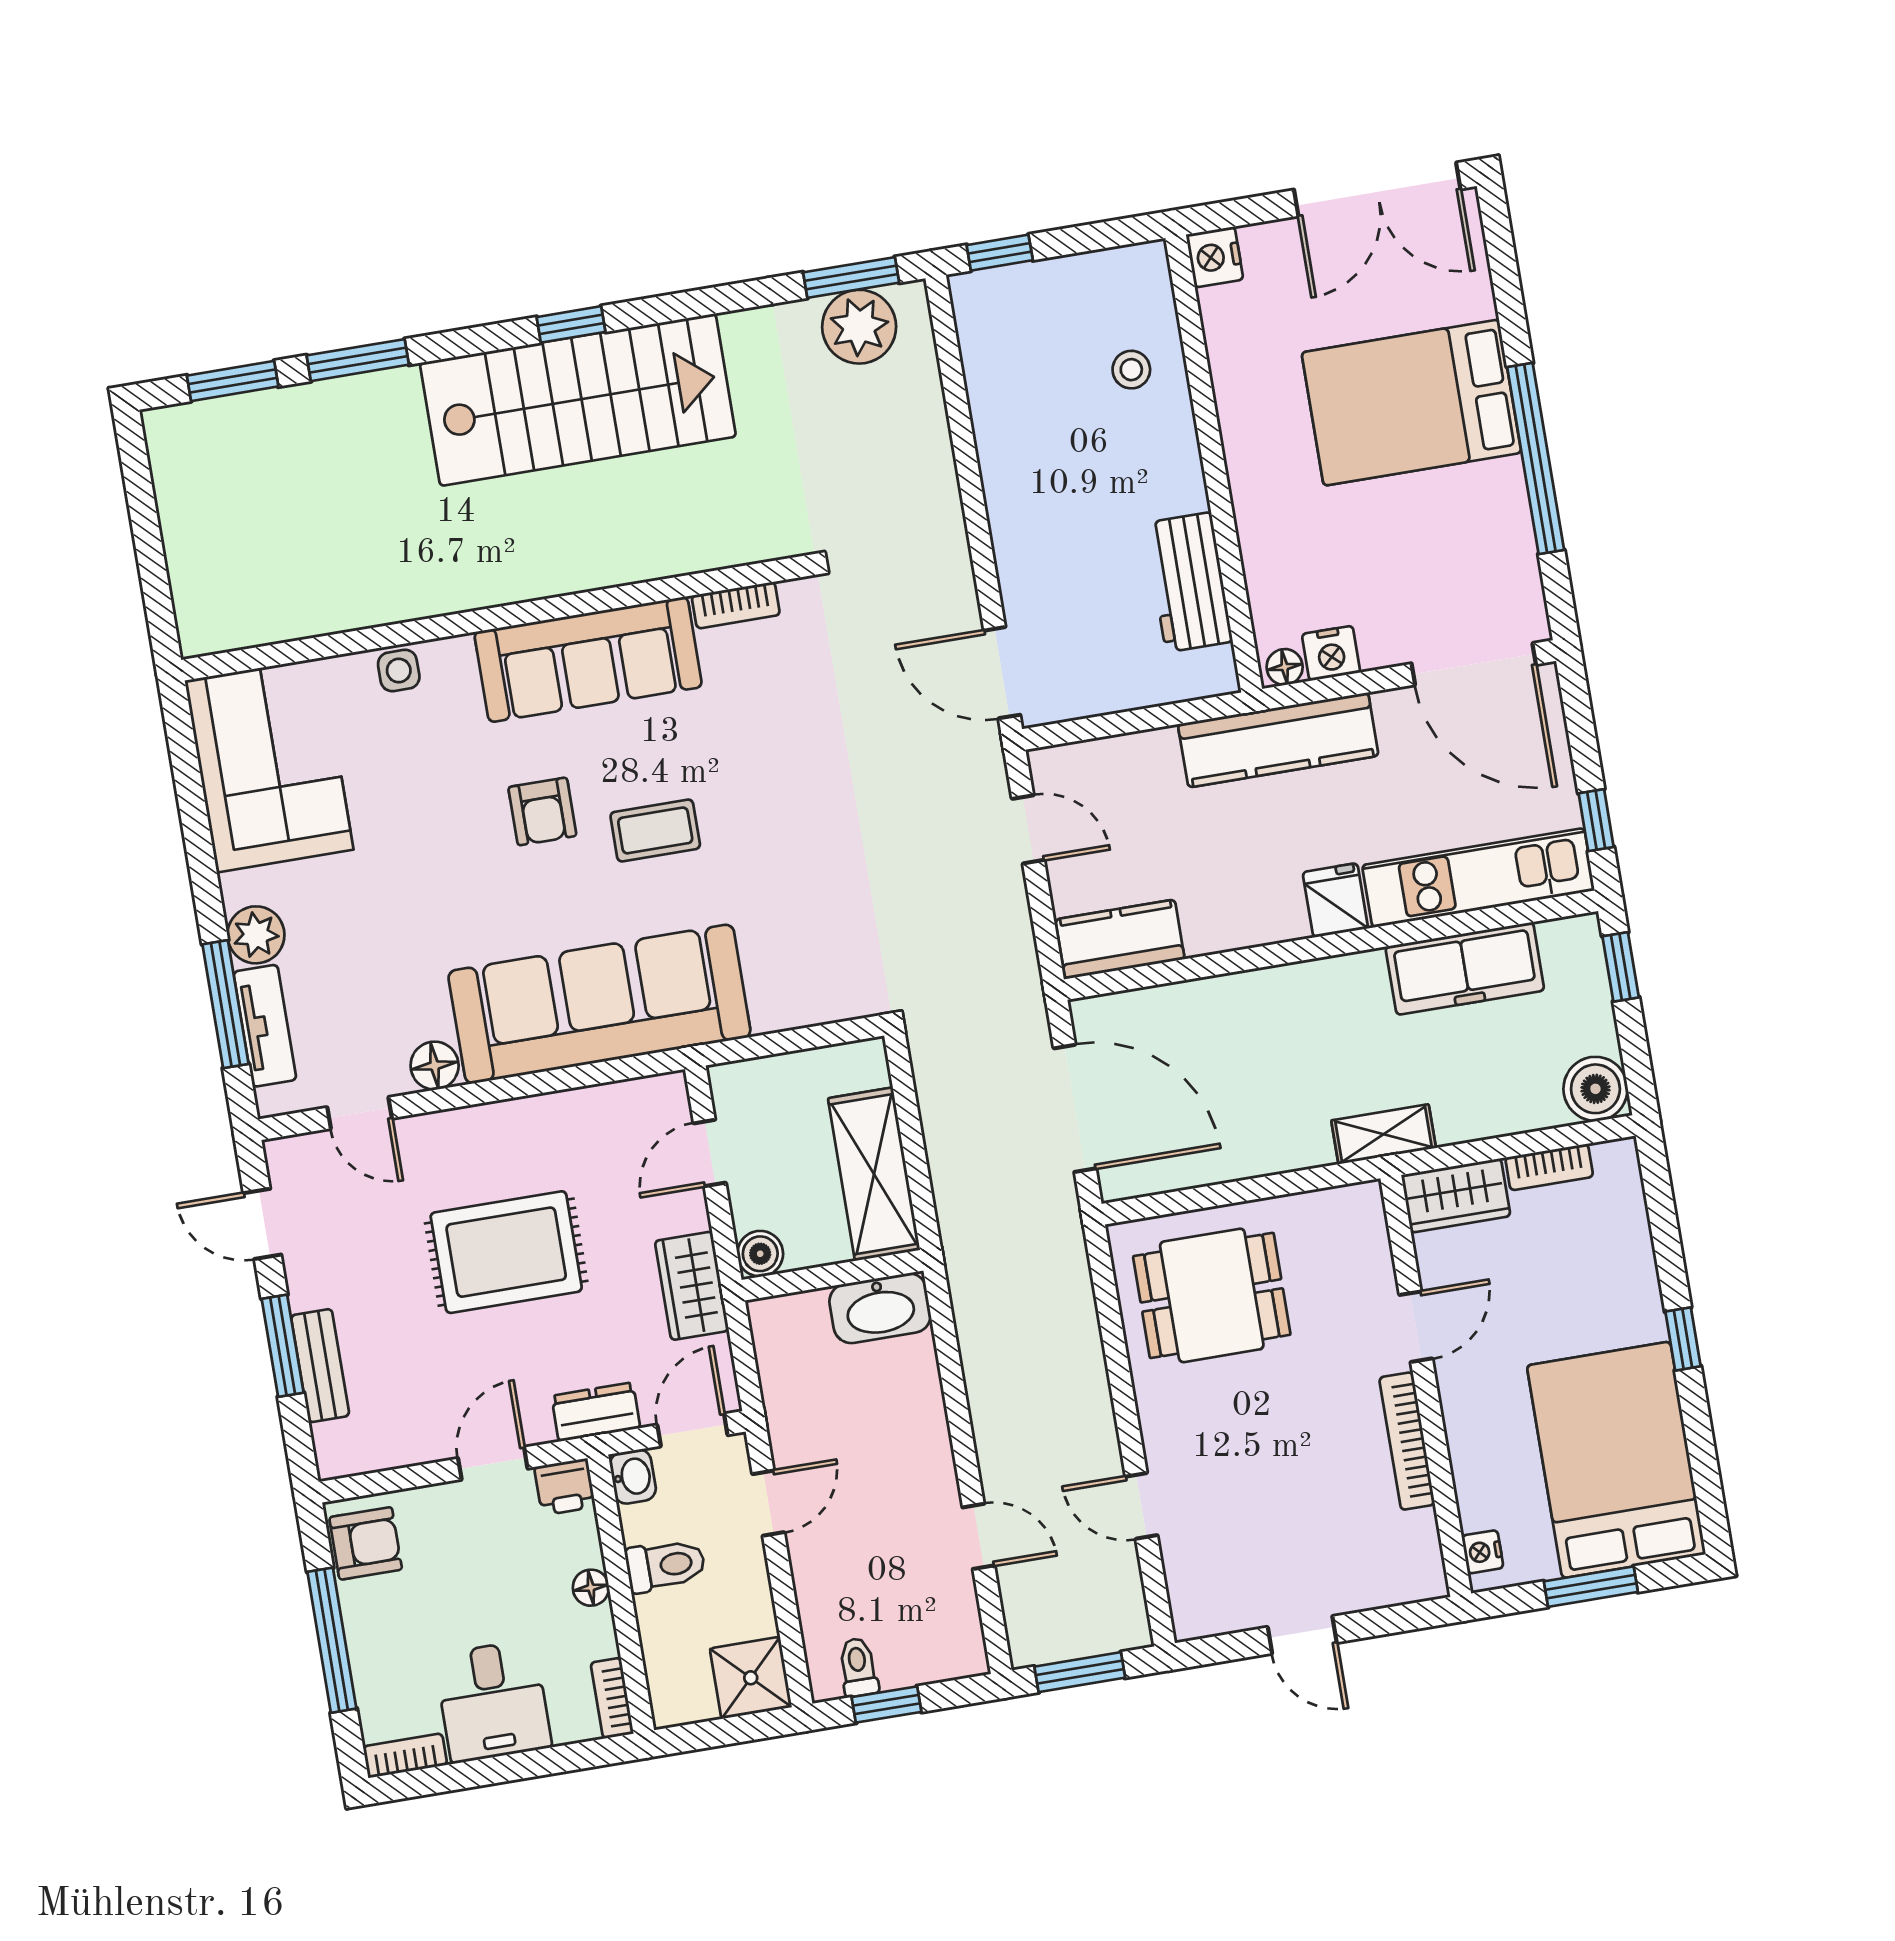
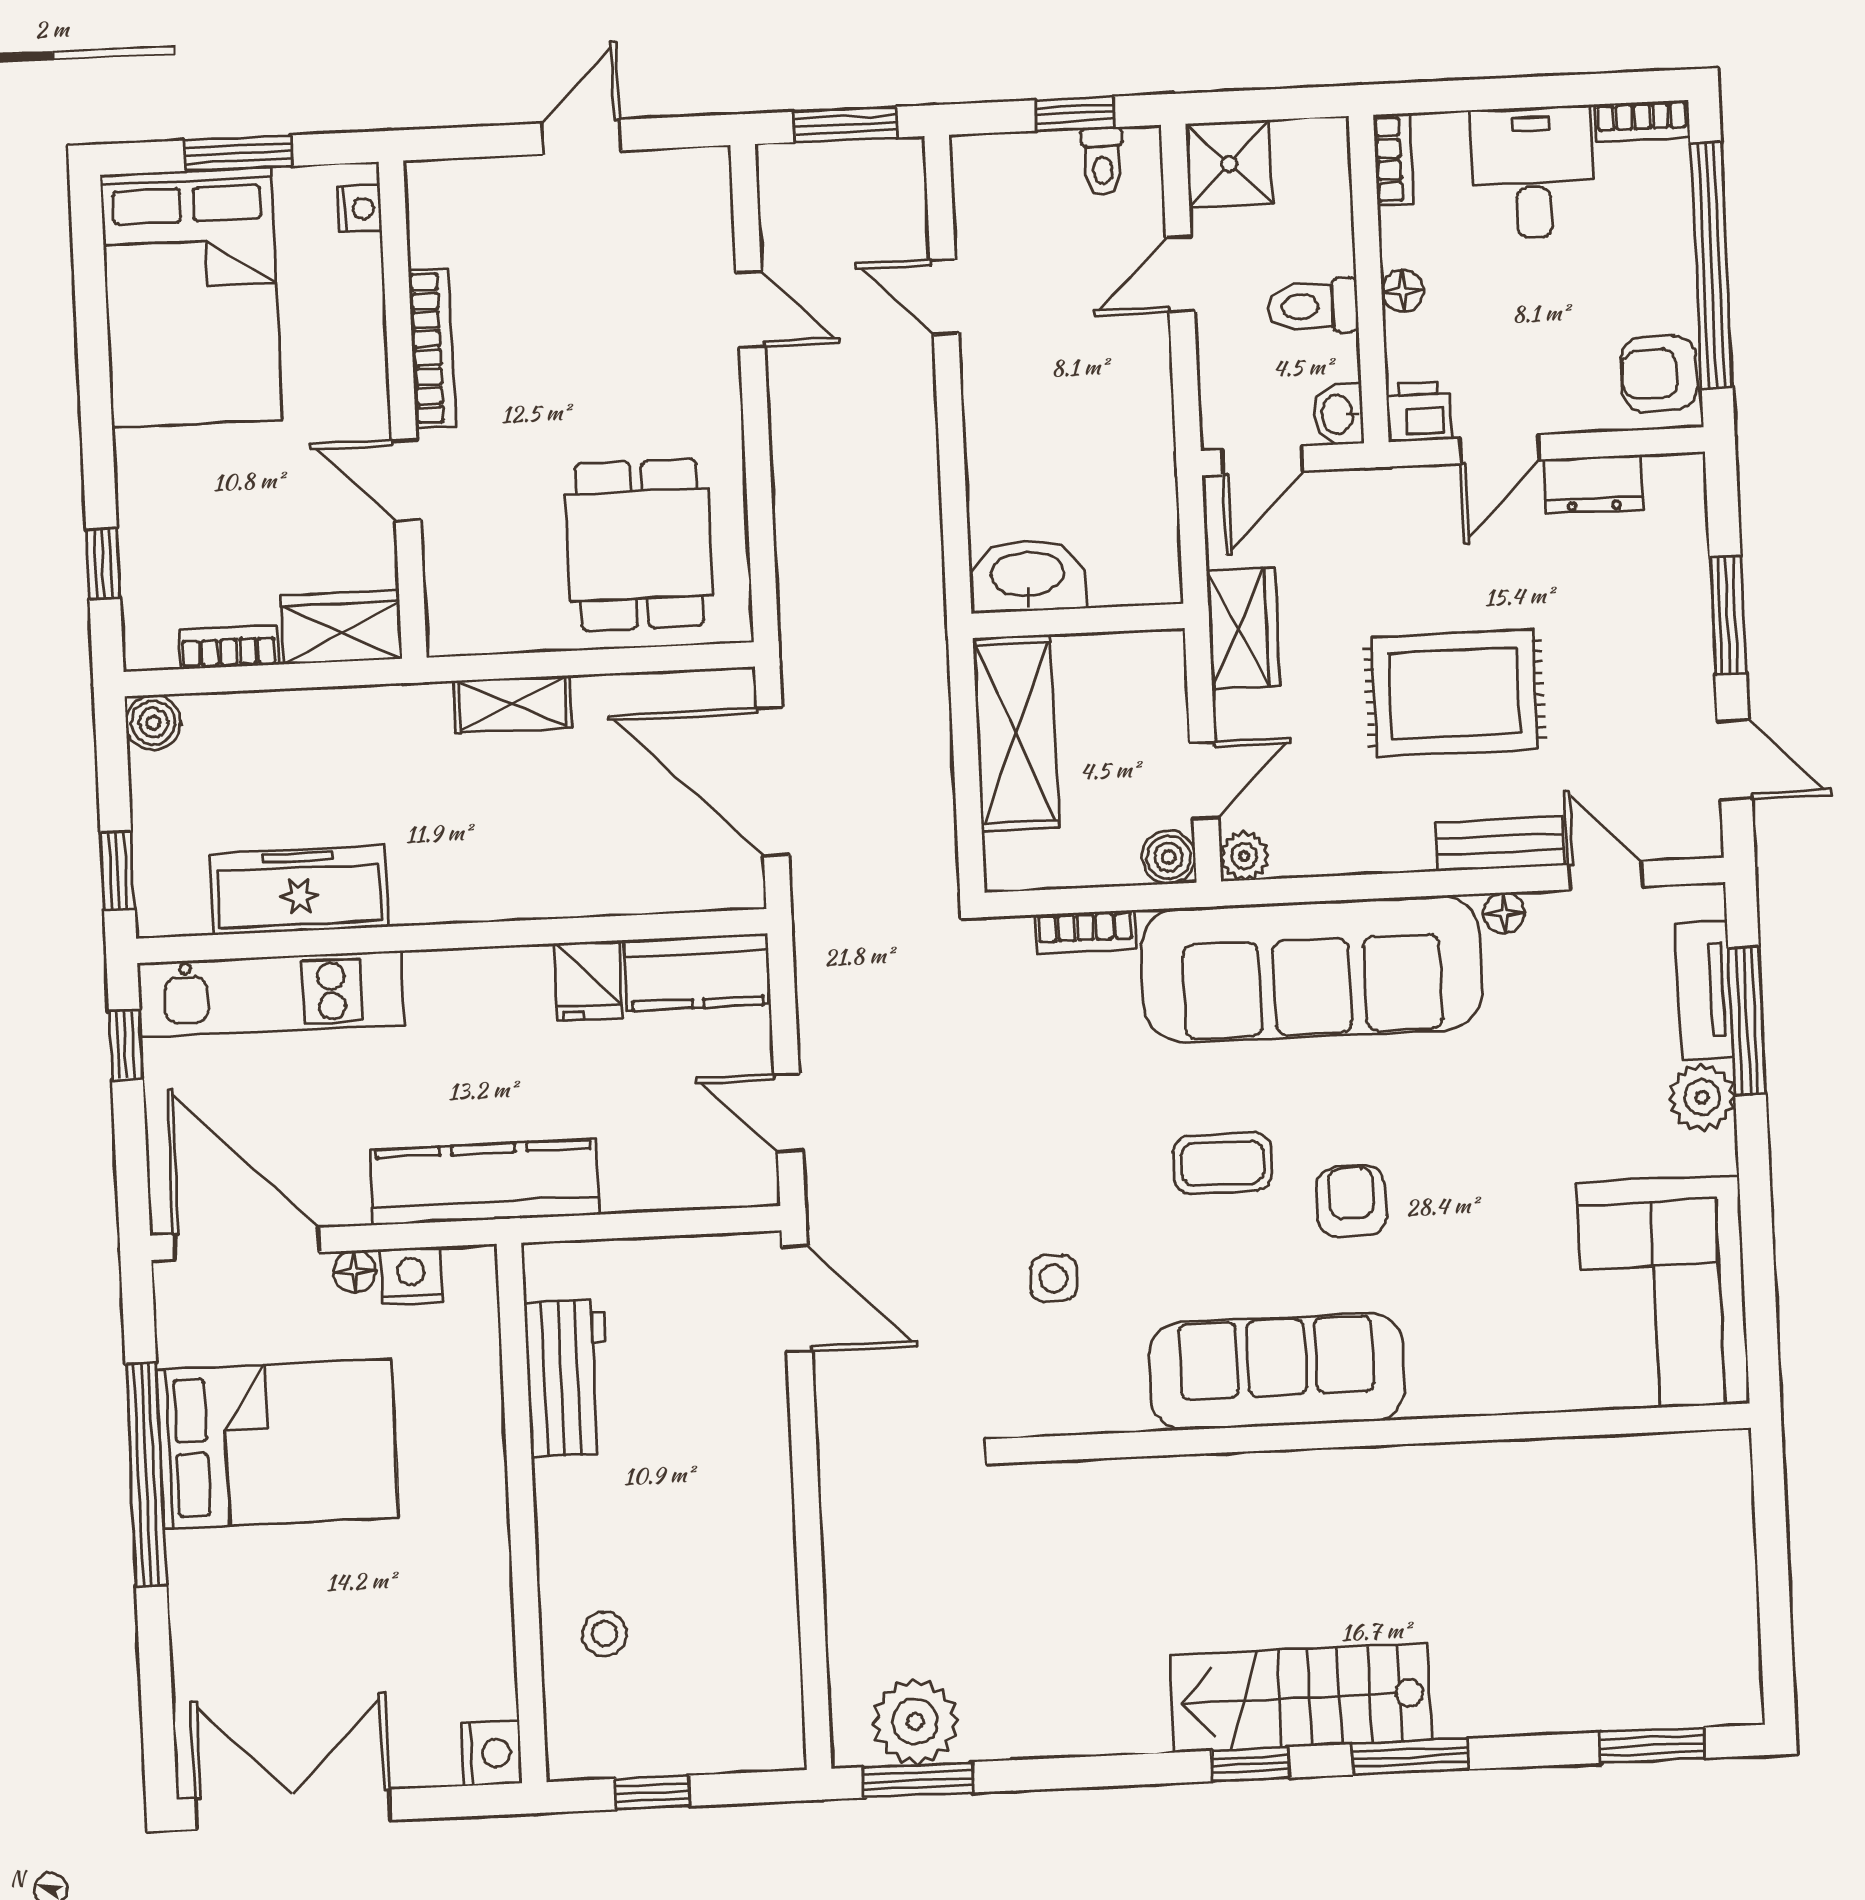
window: (1000, 253) -> (652, 1792), moved
window: (358, 360) -> (1410, 1757), moved
stairs: (578, 400) -> (1301, 1698), width x0.73, depth x0.66
bed: (1411, 403) -> (278, 1444), moved
bookcase: (736, 605) -> (1086, 932), moved, turned 180
floor lamp: (1285, 667) -> (355, 1272), moved
side table: (399, 670) -> (1054, 1278), moved
fridge: (1335, 900) -> (588, 981), moved
floor lamp: (435, 1066) -> (1504, 913), width x0.73, depth x0.73
boiler: (1595, 1089) -> (153, 722), width x0.73, depth x0.73
plant: (668, 1093) -> (1244, 856), added
shelving: (1384, 1134) -> (512, 704), moved
boiler: (760, 1254) -> (1169, 857), moved
dining table: (1212, 1295) -> (639, 545), turned 90
door: (1416, 1327) -> (406, 480), hinge flipped
window: (1683, 1339) -> (103, 564), moved
bench: (320, 1366) -> (1500, 844), moved, turned 90
dresser: (596, 1412) -> (1593, 484), moved
door: (768, 1503) -> (1180, 274), moved
door: (1302, 1635) -> (581, 137), hinge flipped
window: (332, 1640) -> (1711, 266), width x1.46

